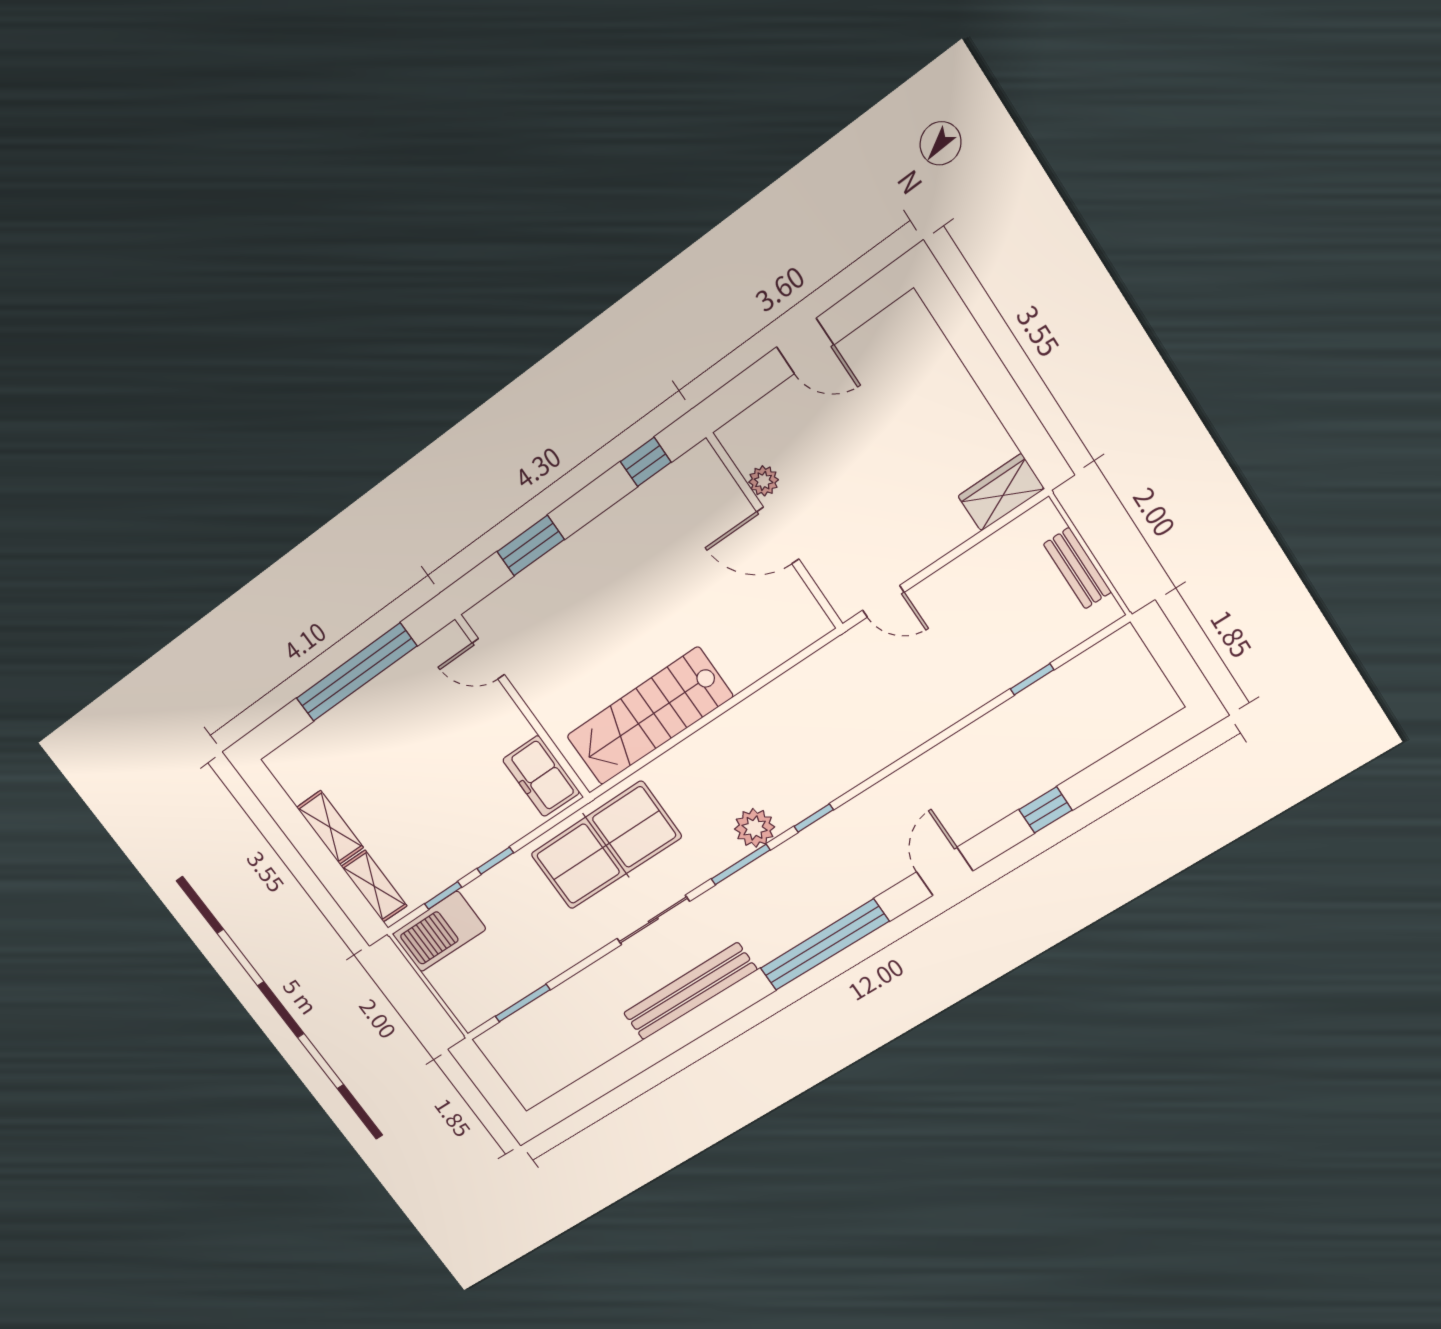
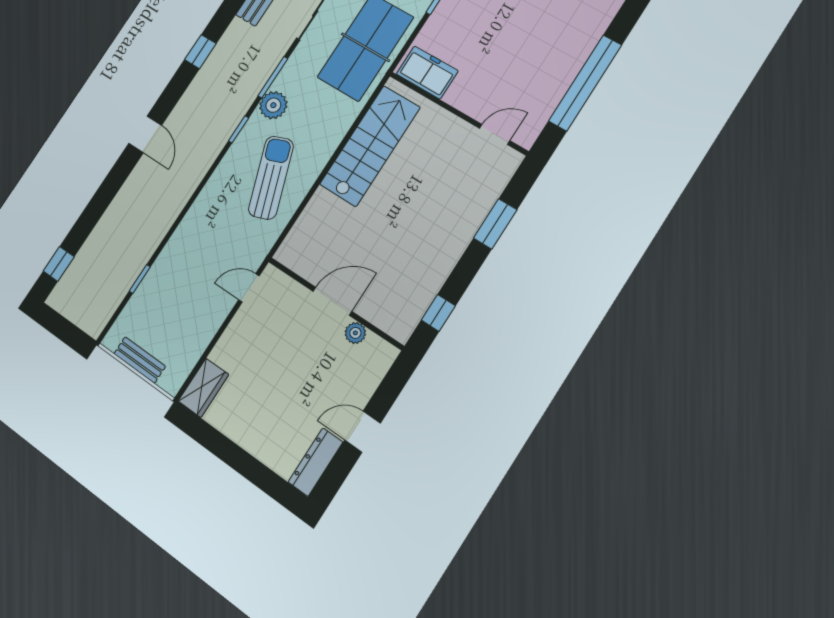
dresser: (885, 330) -> (315, 462), added
sun lounger: (795, 735) -> (271, 178), added
window: (1046, 810) -> (59, 264), moved
window: (824, 945) -> (200, 52), width x0.32

